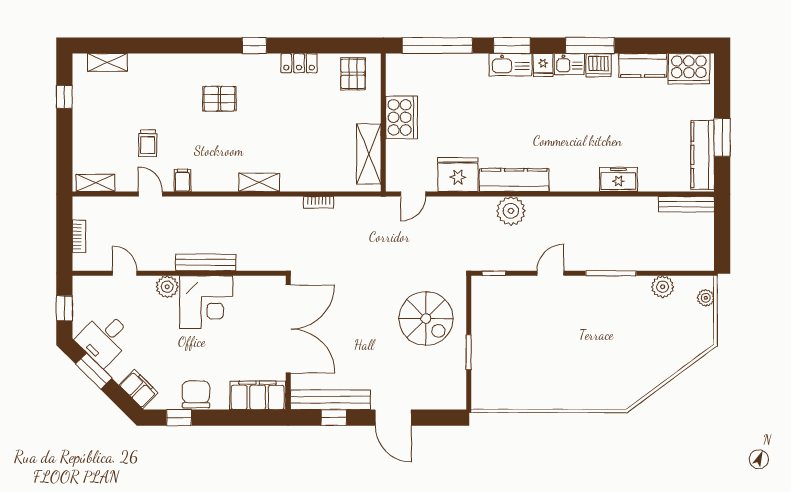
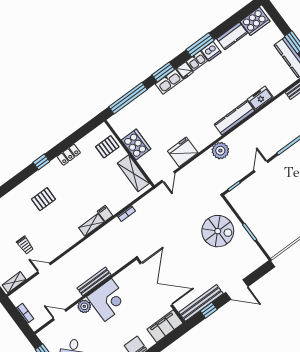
pallet: (353, 74) -> (107, 147), moved, turned 90
filing cabinet: (182, 180) -> (105, 213), moved
kitchen counter: (514, 180) -> (235, 118), moved

